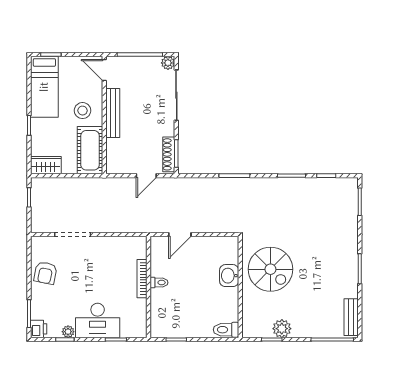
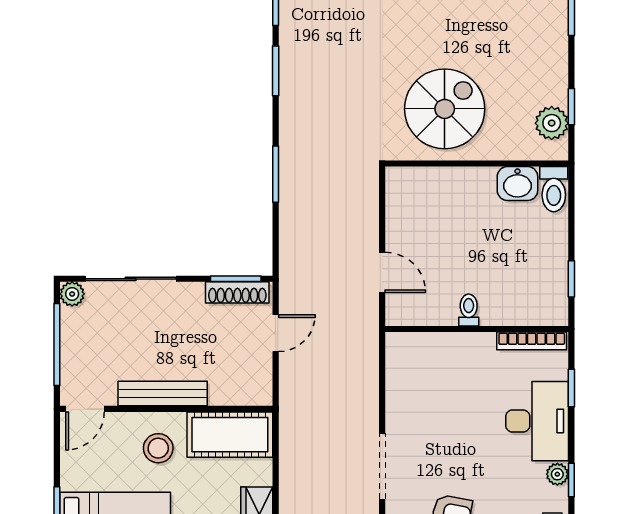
door: (146, 176) -> (276, 333), hinge flipped
washbasin: (229, 276) -> (517, 183), moved
bookcase: (142, 279) -> (532, 341), moved
plant: (282, 329) -> (552, 123), moved

